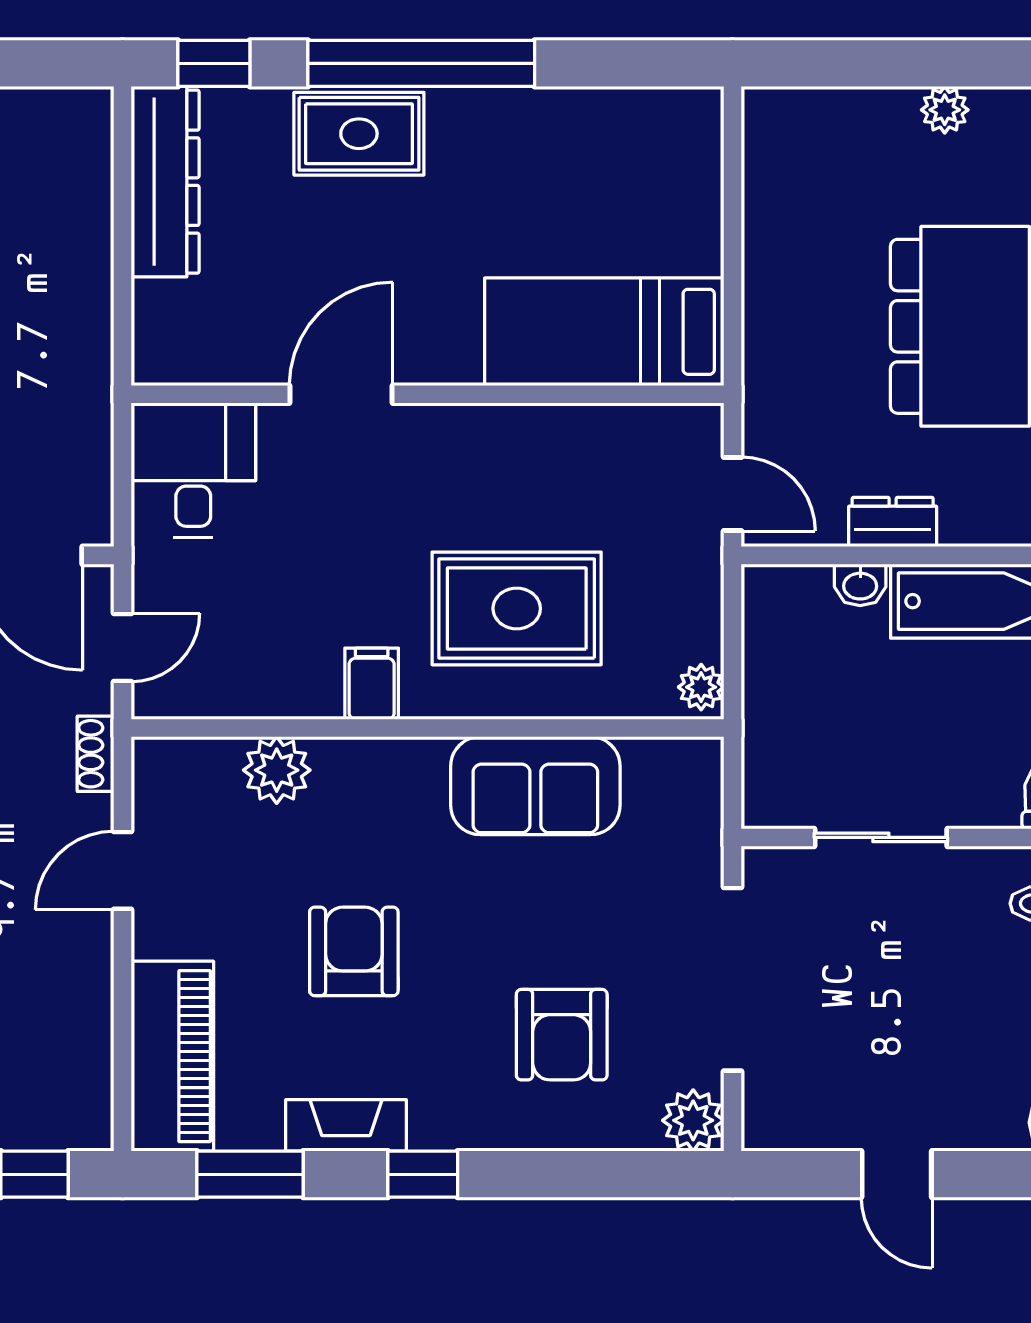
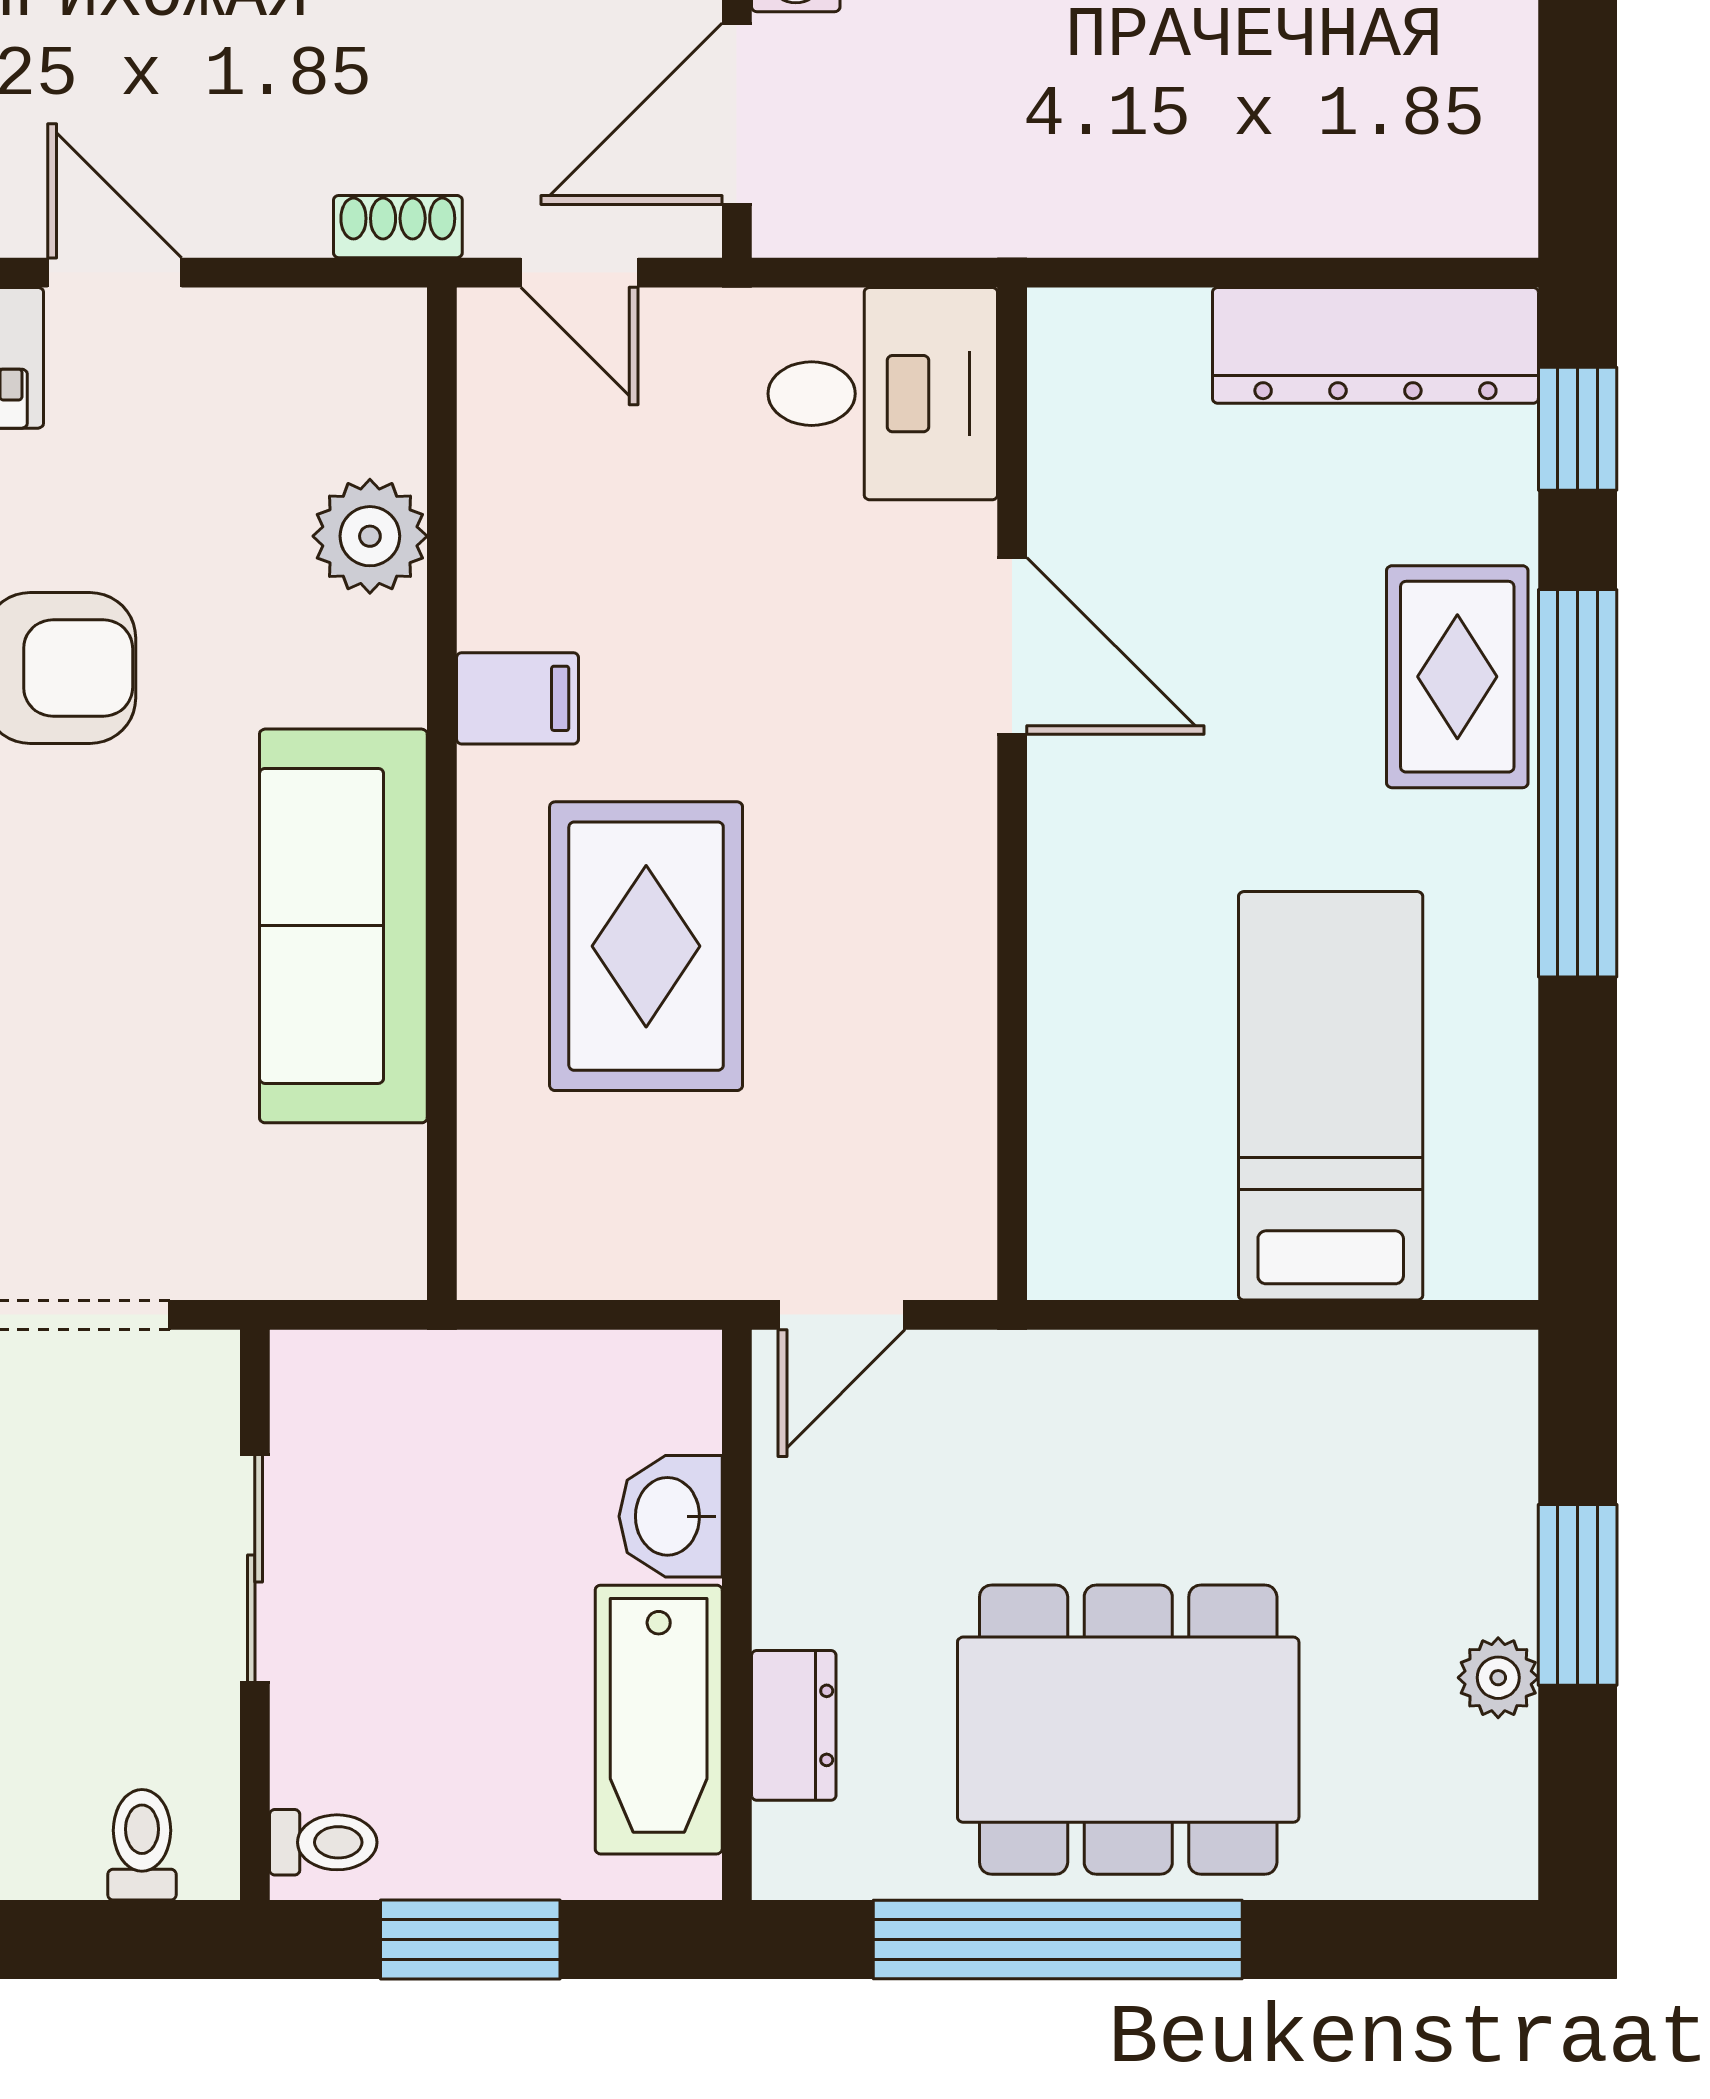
window: (896, 63) -> (1578, 1595), added
bed: (604, 332) -> (1331, 1096), moved
dresser: (893, 522) -> (794, 1725), moved
washbasin: (860, 585) -> (671, 1516), width x1.38, depth x1.45
plant: (701, 687) -> (512, 1261), removed
sofa: (535, 786) -> (343, 926), width x1.36
door: (122, 870) -> (115, 273), moved

